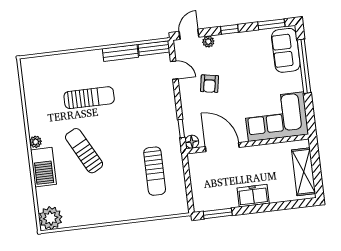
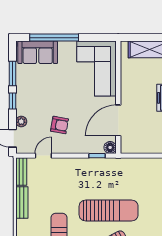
window: (271, 24) -> (12, 73), moved
sun lounger: (155, 171) -> (109, 211), moved, width x1.36, depth x1.34

